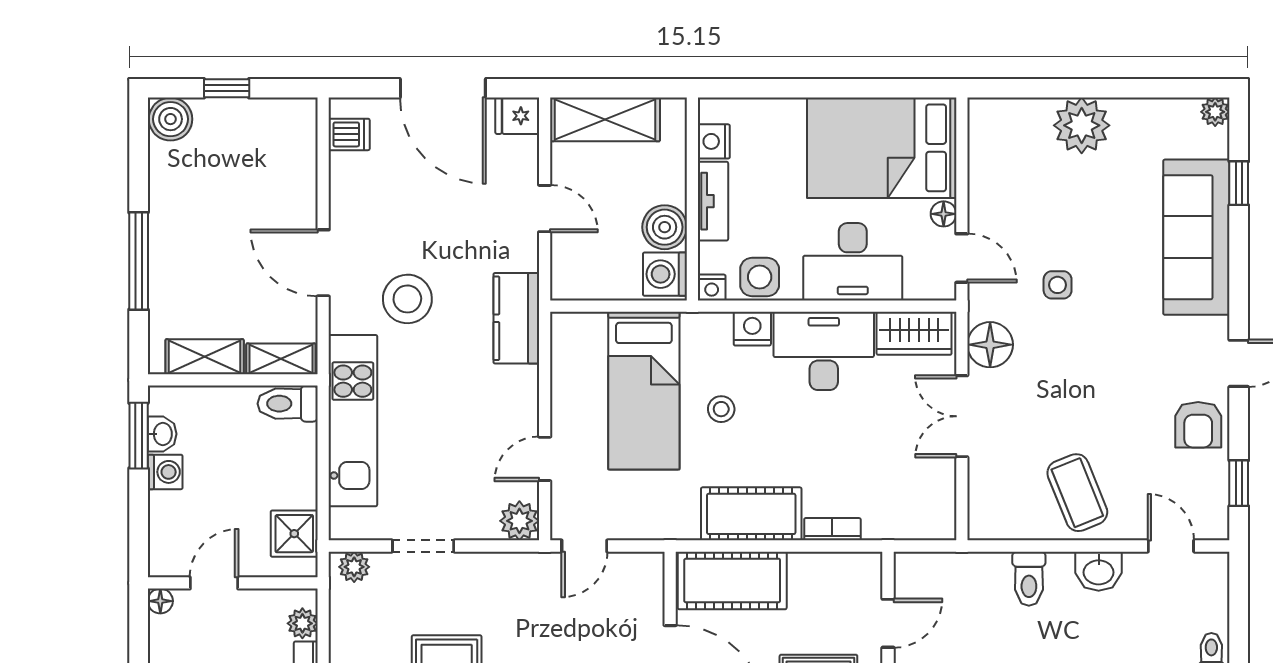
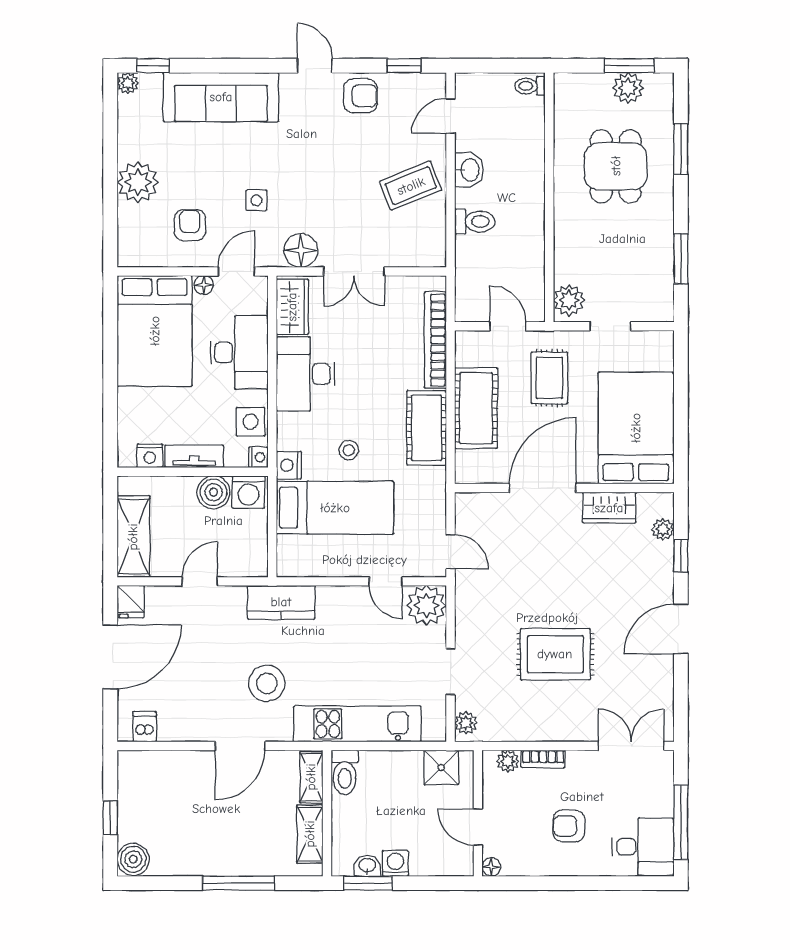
window: (1239, 183) -> (153, 66), moved
armchair: (1024, 195) -> (190, 225), added
nightstand: (752, 329) -> (289, 465), moved
plant: (519, 521) -> (426, 605), width x1.36, depth x1.36
bookcase: (832, 529) -> (435, 340), width x2.31, depth x1.31
cot: (732, 580) -> (476, 408), moved

